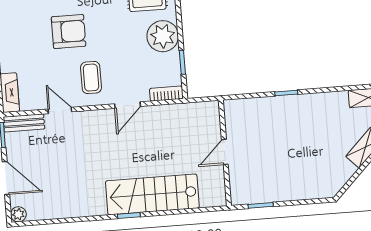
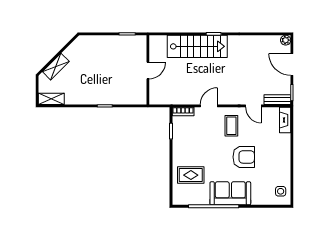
armchair: (69, 31) -> (244, 157), turned 180
plant: (163, 36) -> (183, 149), removed

